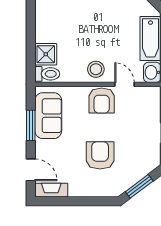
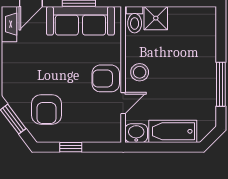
sofa: (48, 116) -> (80, 21), width x1.36
armchair: (100, 155) -> (46, 109), moved, turned 90

